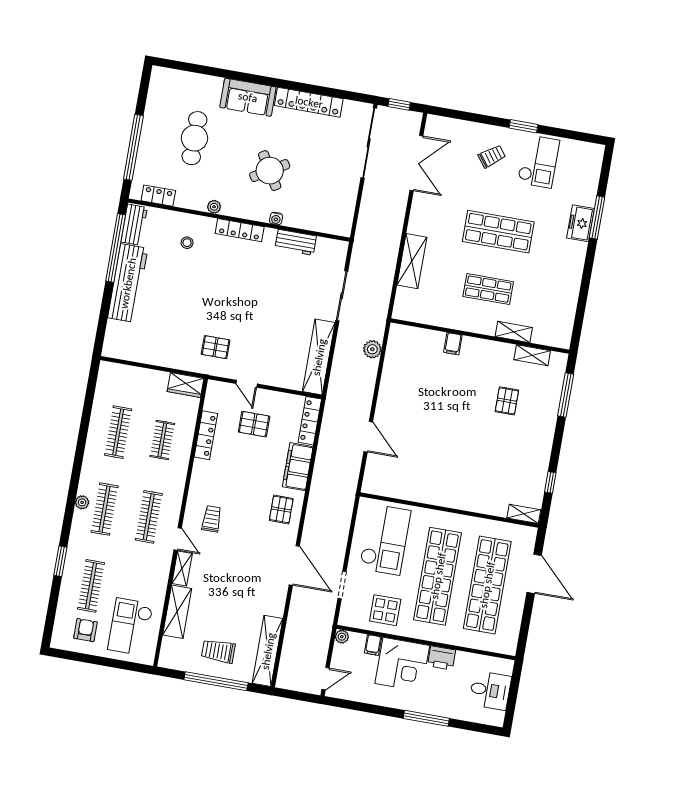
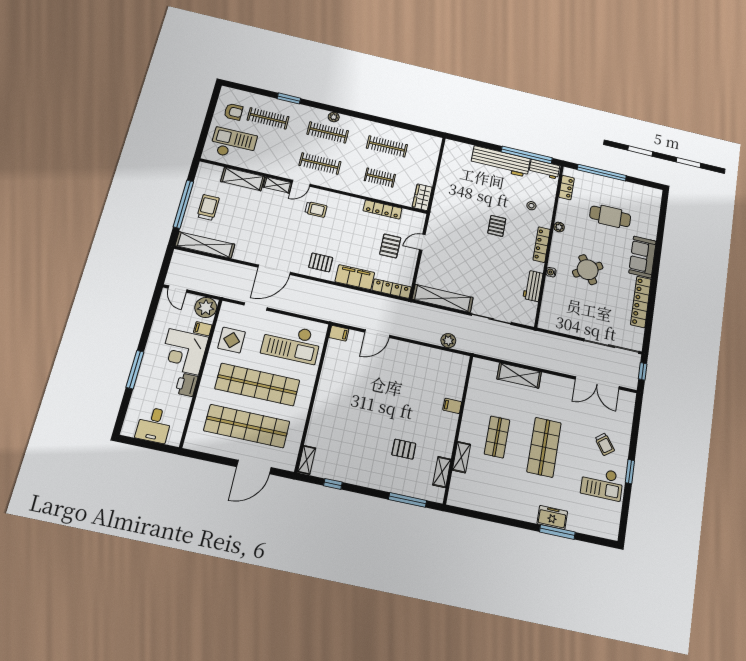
pallet: (216, 347) -> (497, 226), moved
filing cabinet: (370, 483) -> (339, 333), added
plant: (342, 637) -> (206, 307), width x1.88, depth x1.88

